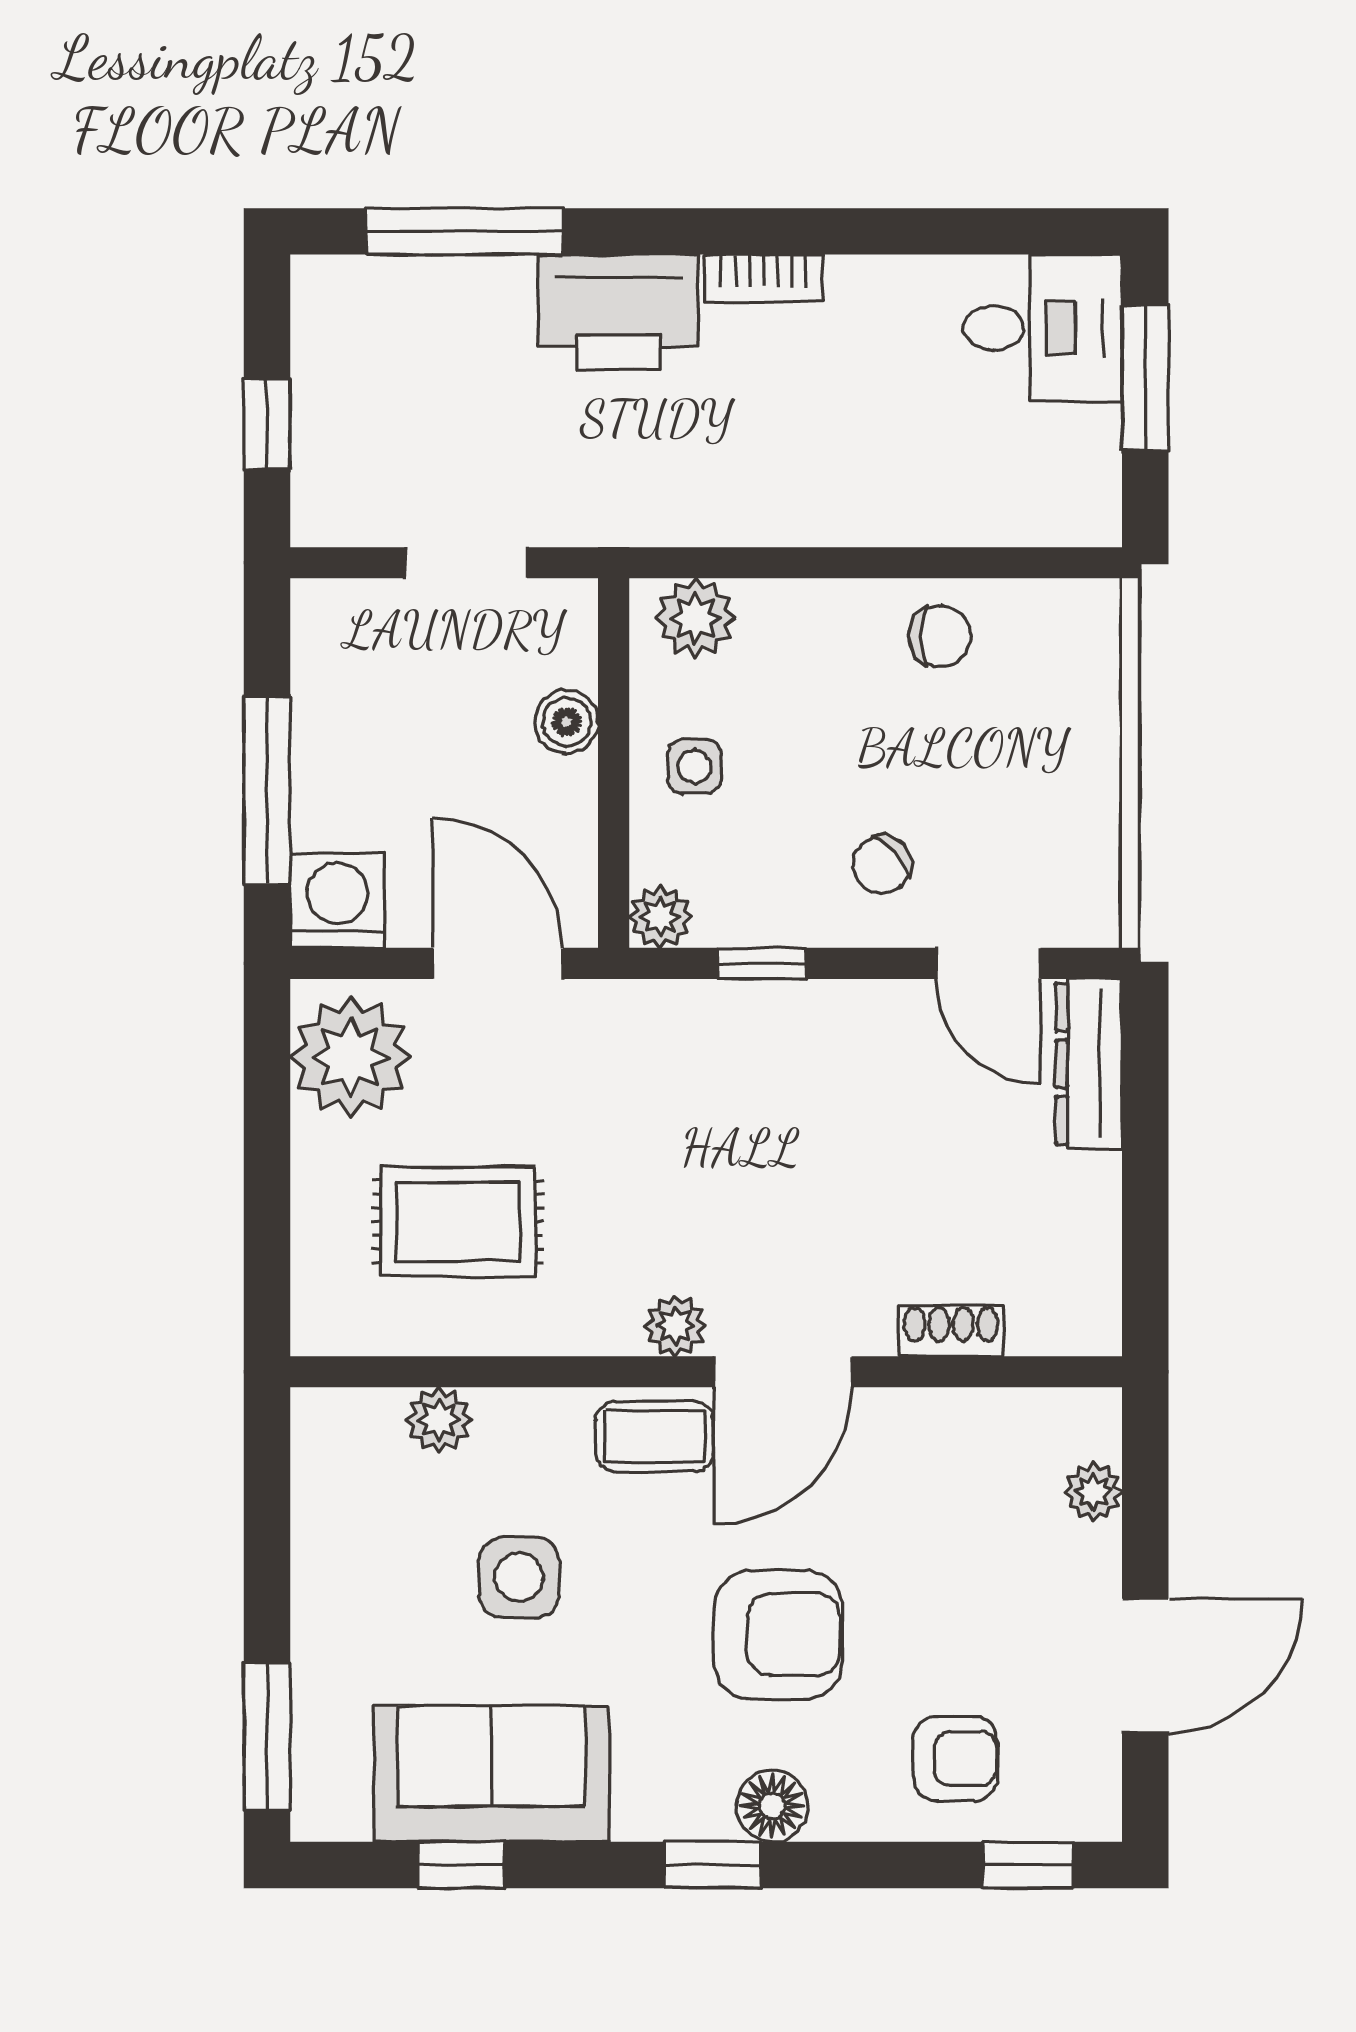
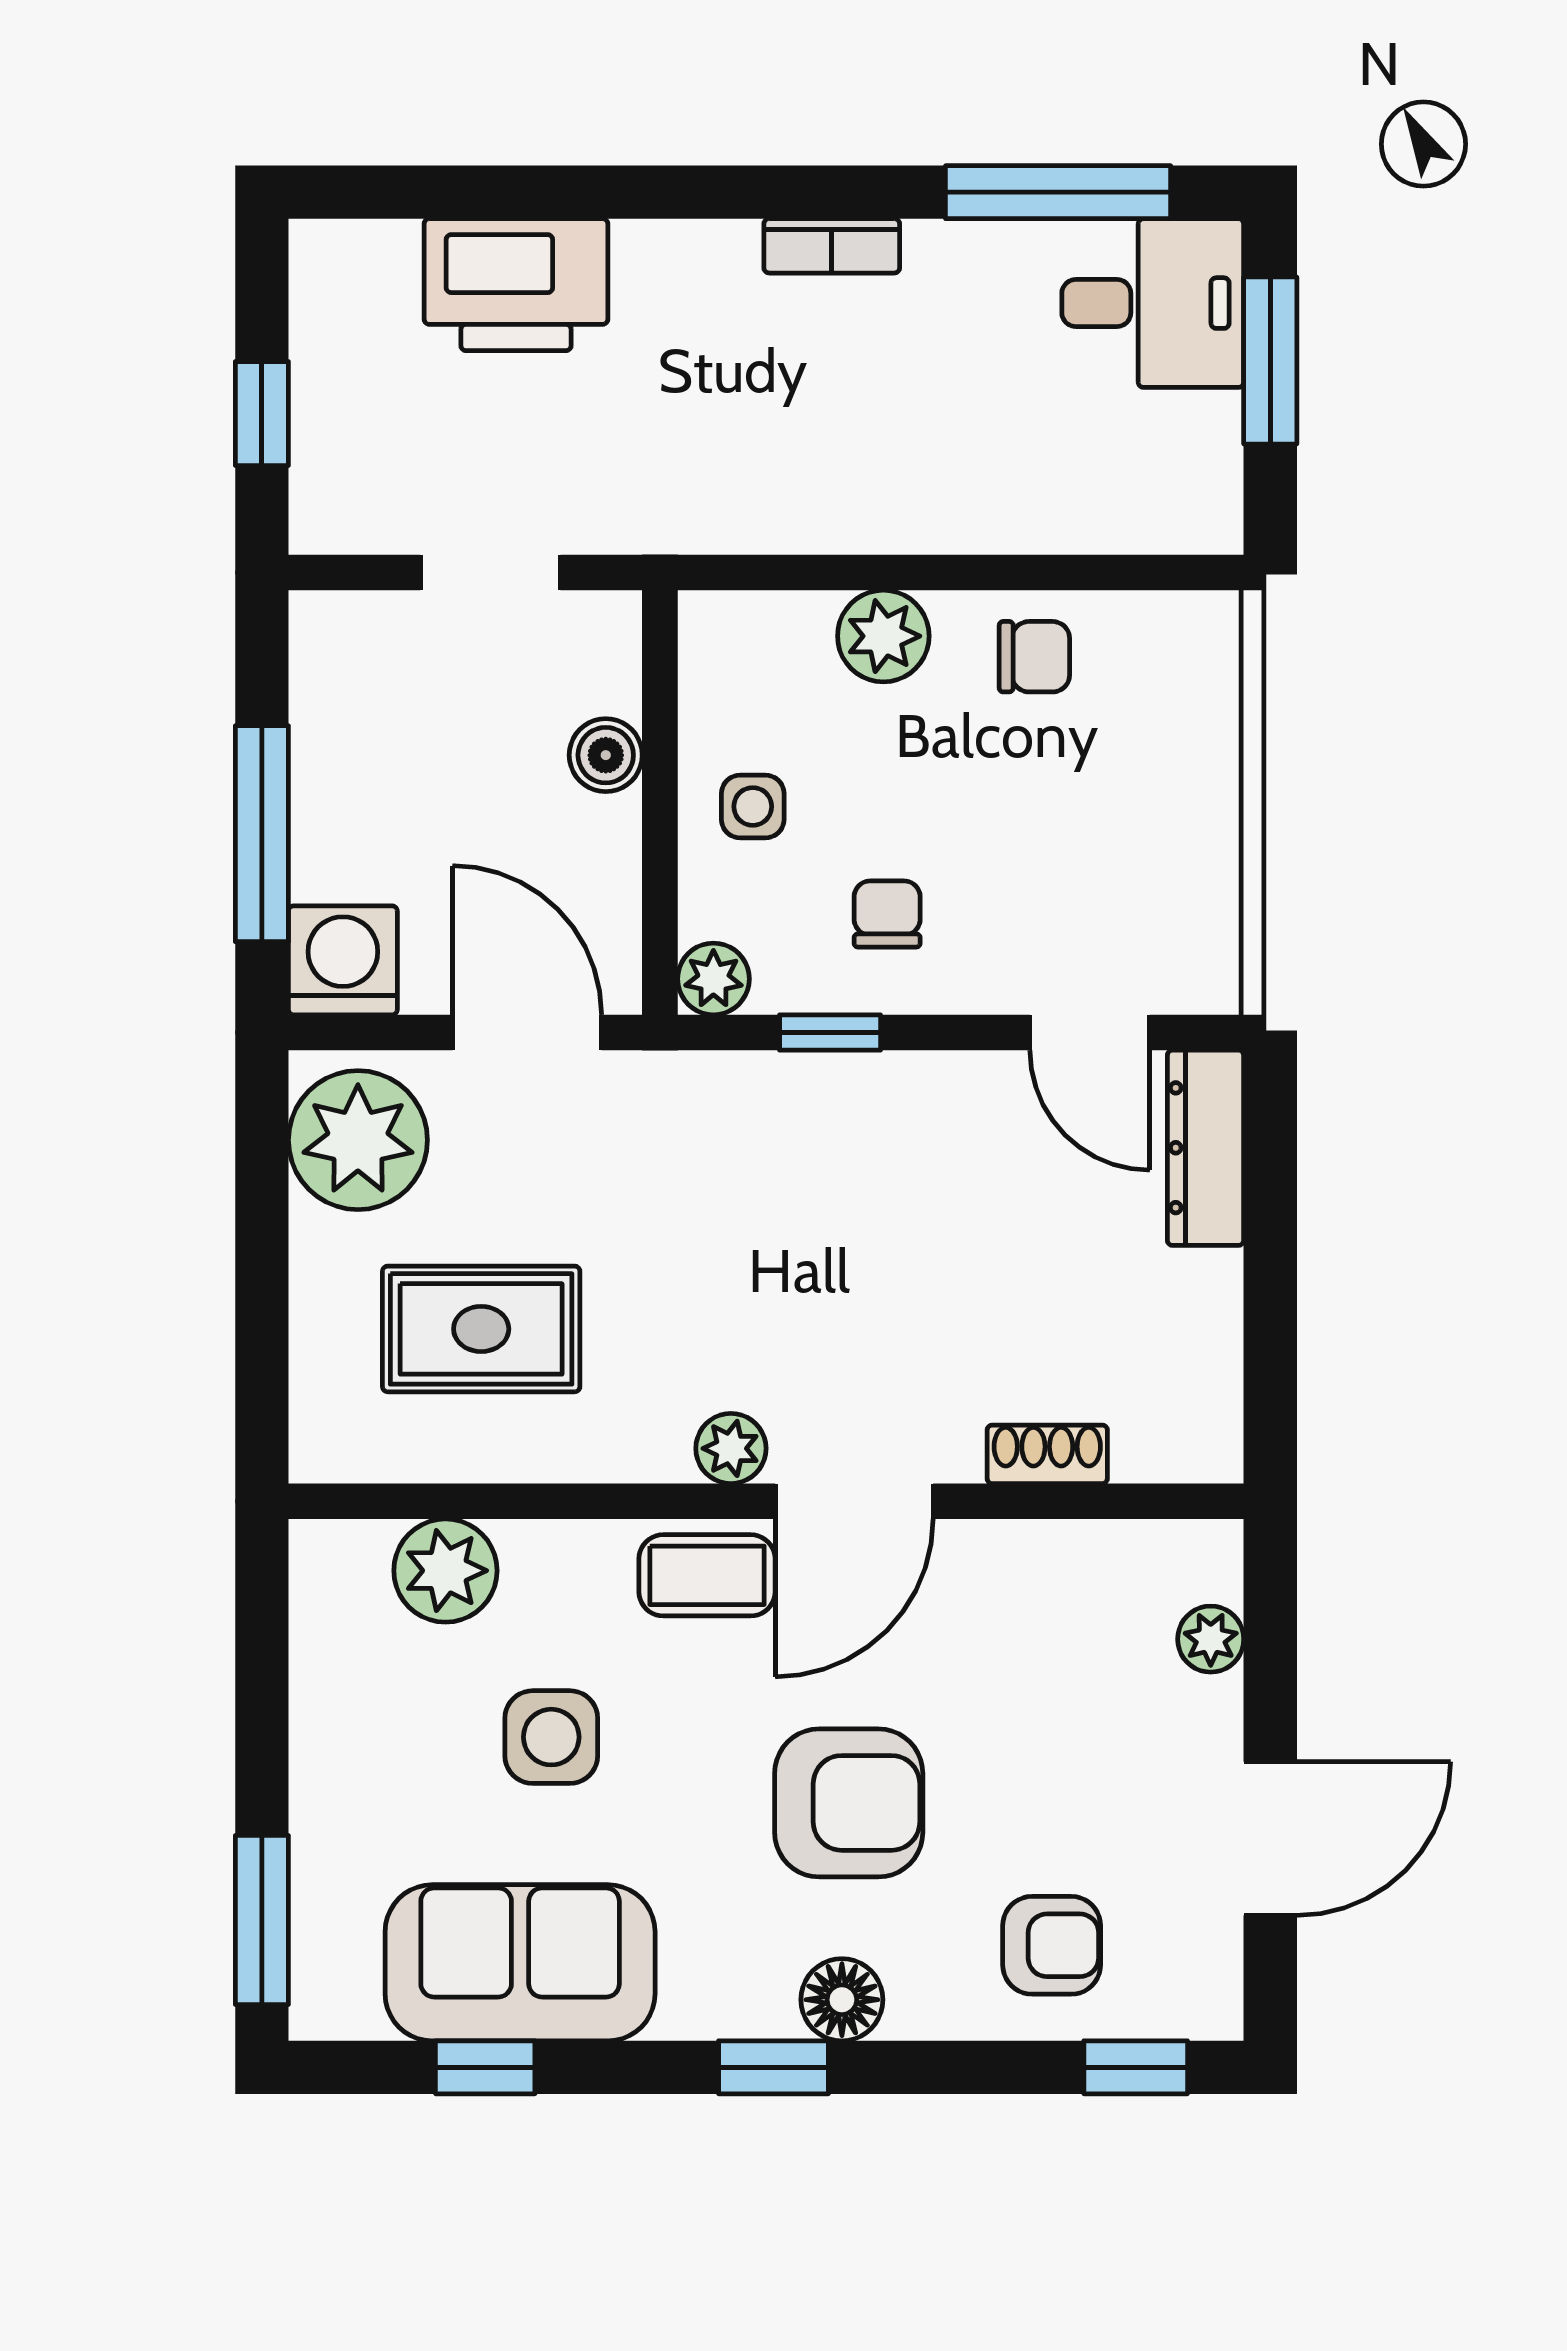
window: (465, 231) -> (1058, 192), moved
printer: (618, 312) -> (516, 285), moved
plant: (695, 618) -> (883, 636), moved
chair: (882, 865) -> (887, 914), moved, turned 133
plant: (439, 1420) -> (445, 1571), width x1.38, depth x1.38

